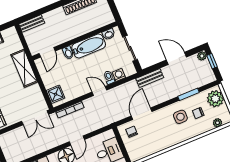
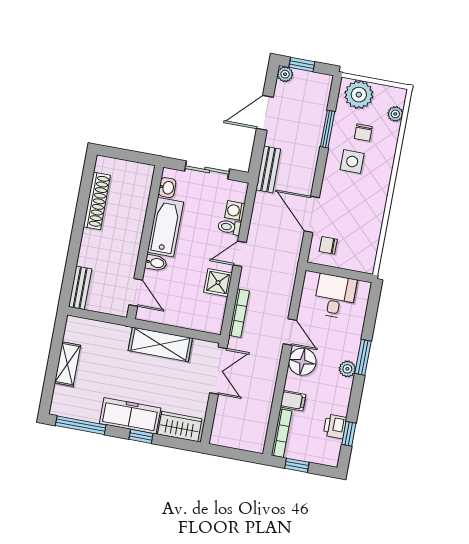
shelving: (24, 68) -> (160, 344), moved
shower: (56, 94) -> (218, 283), moved

